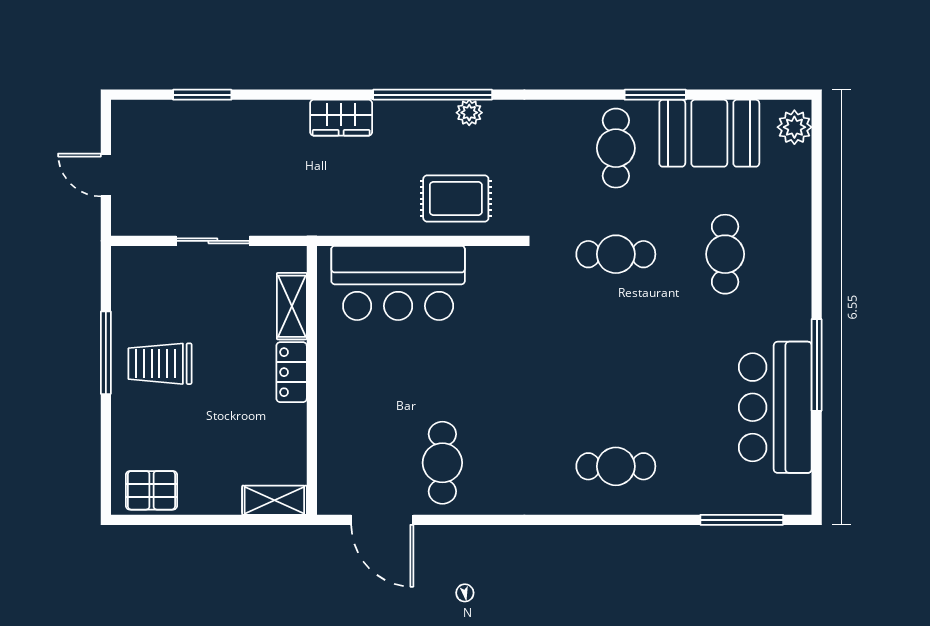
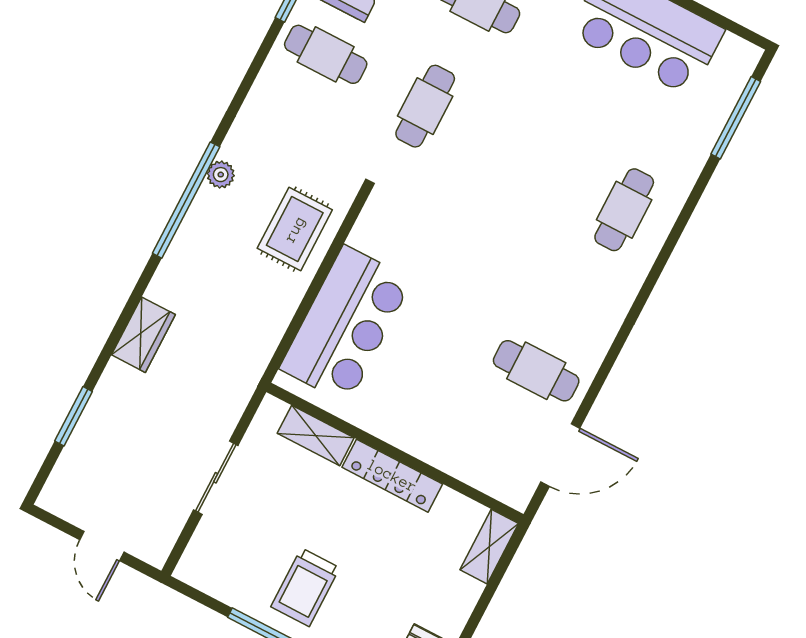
wardrobe: (341, 118) -> (143, 335), moved
door: (106, 175) -> (102, 546), hinge flipped
locker: (292, 372) -> (392, 476), width x1.53

